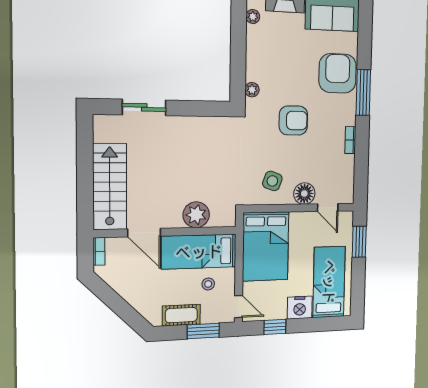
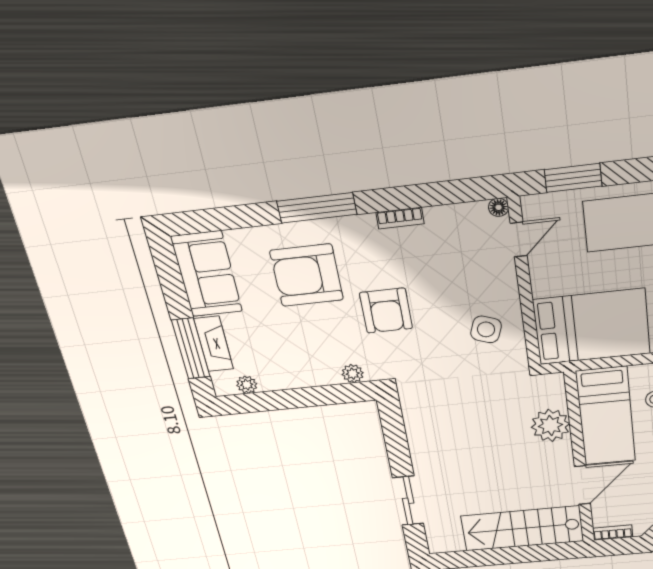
armchair: (338, 73) -> (307, 275), moved
armchair: (293, 120) -> (386, 311), turned 180
floor lamp: (304, 194) -> (499, 207), moved, width x0.53, depth x0.53

